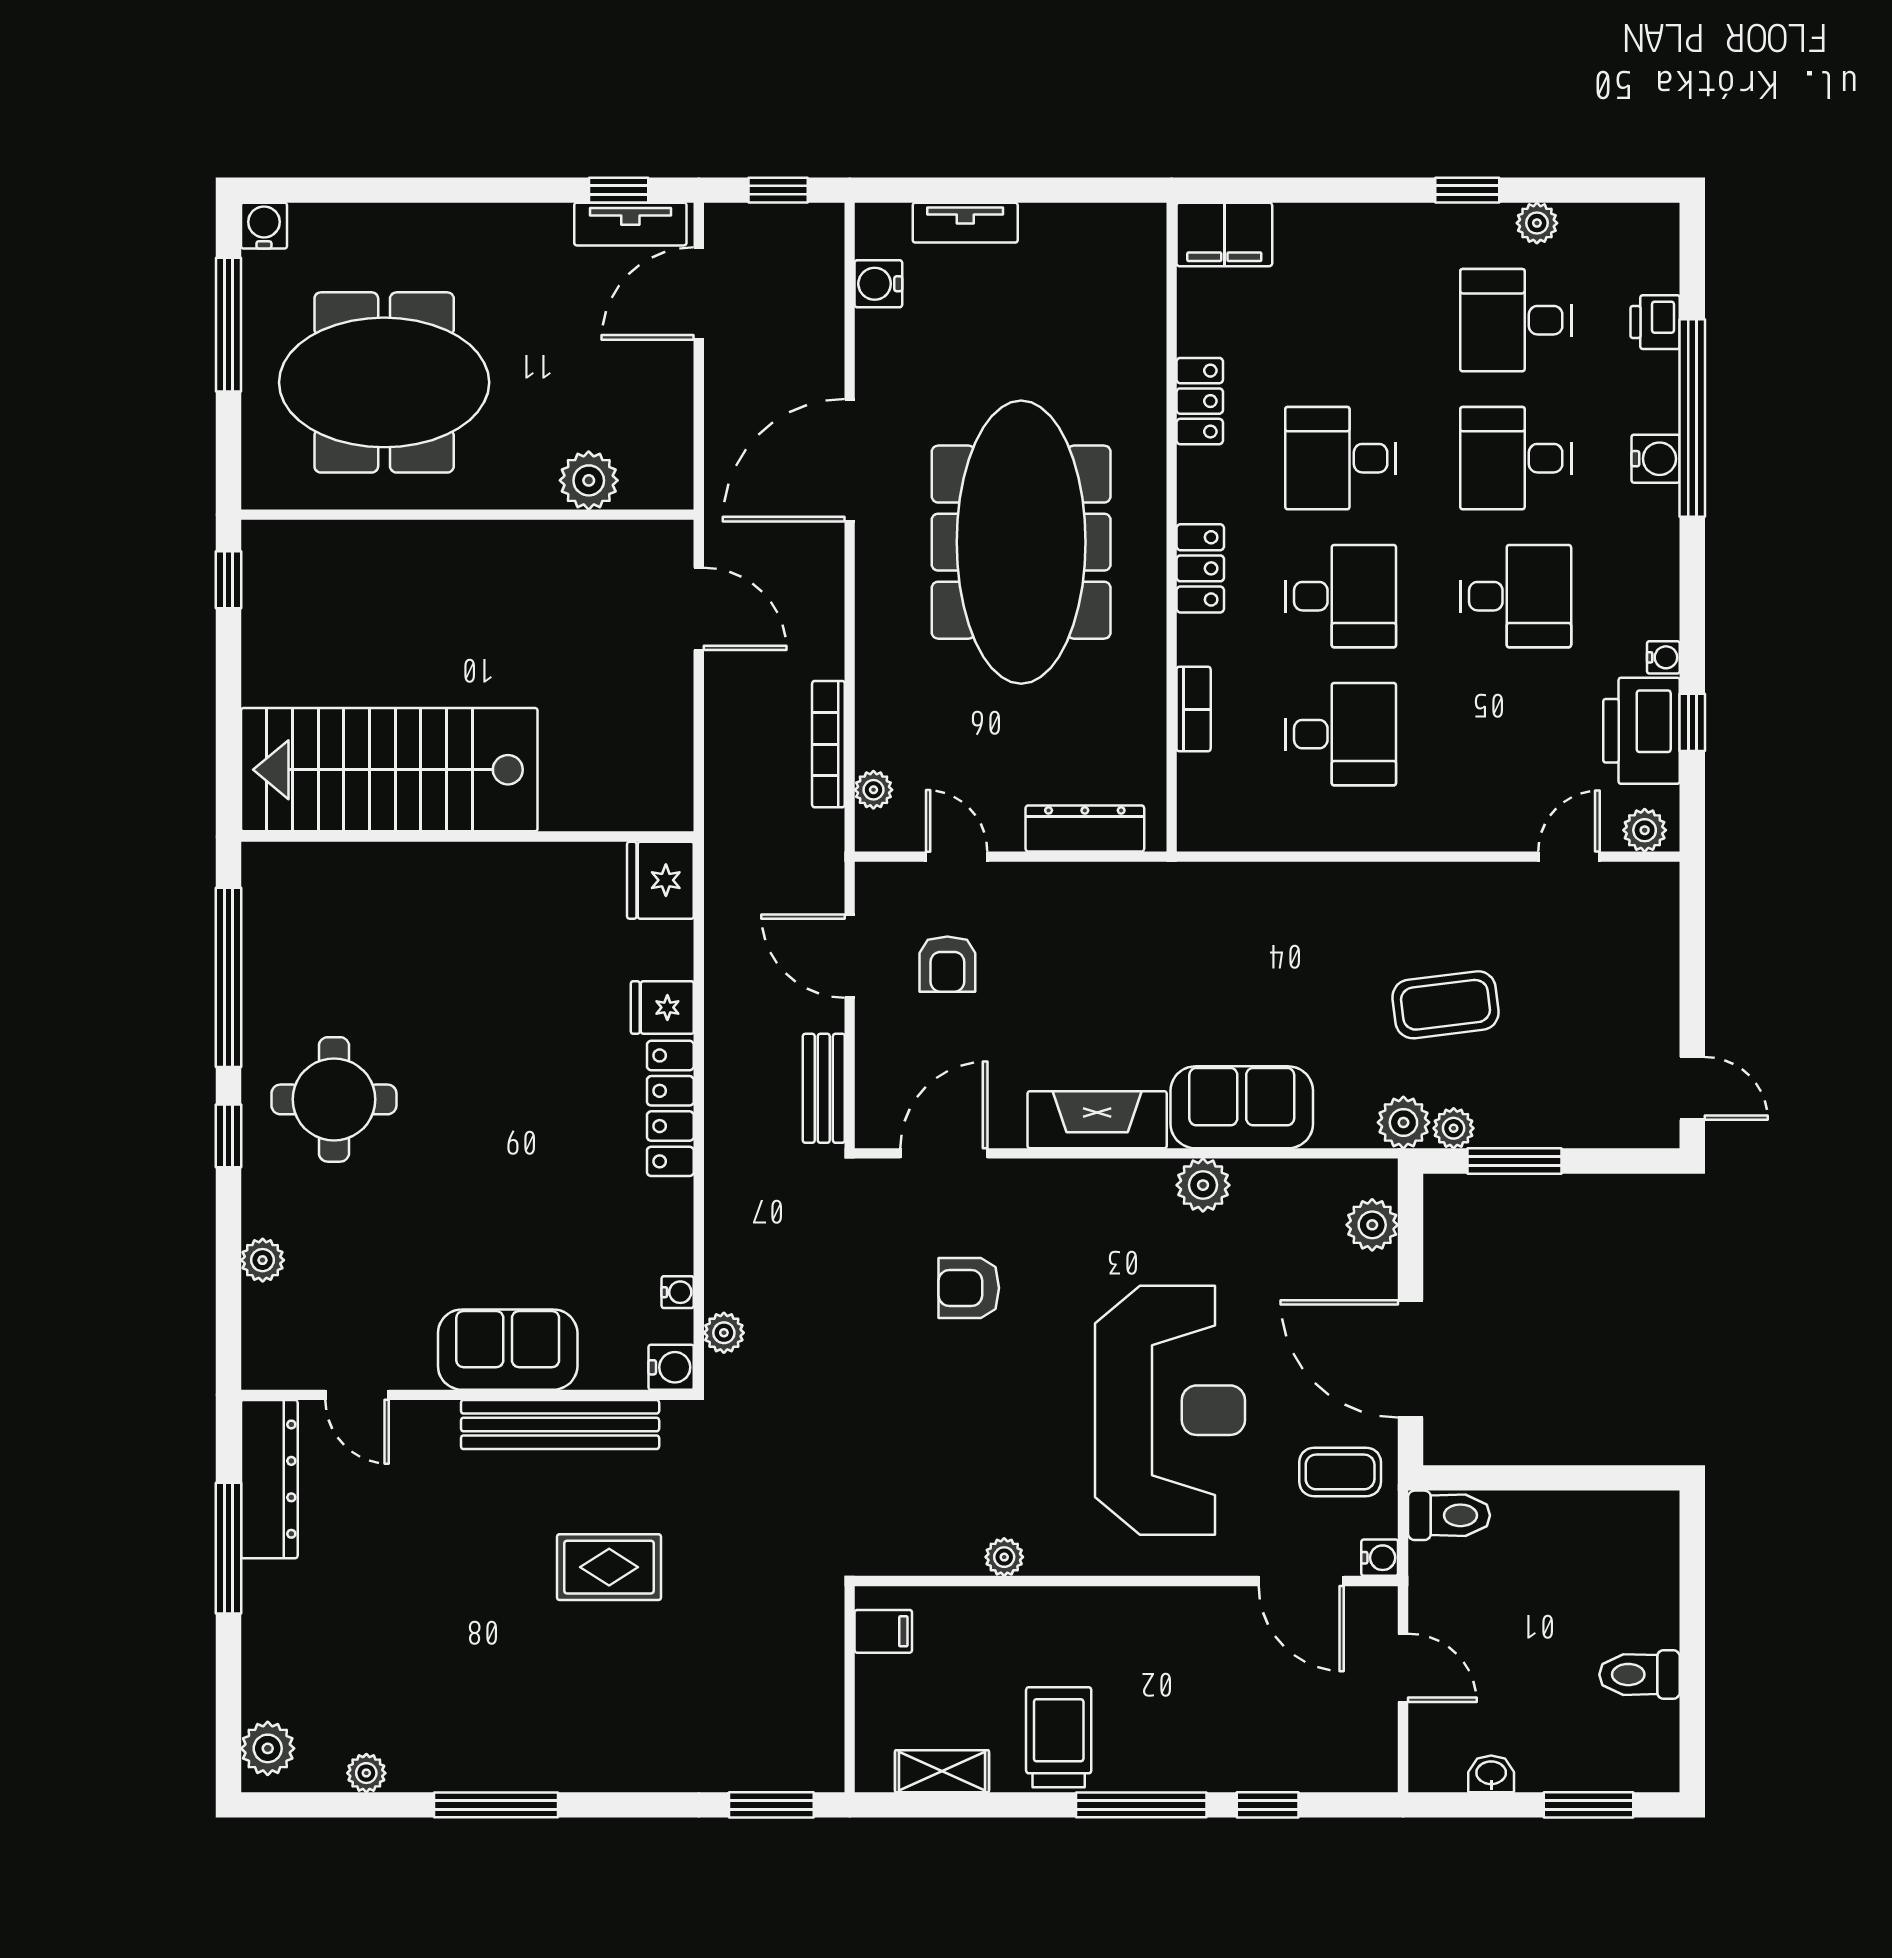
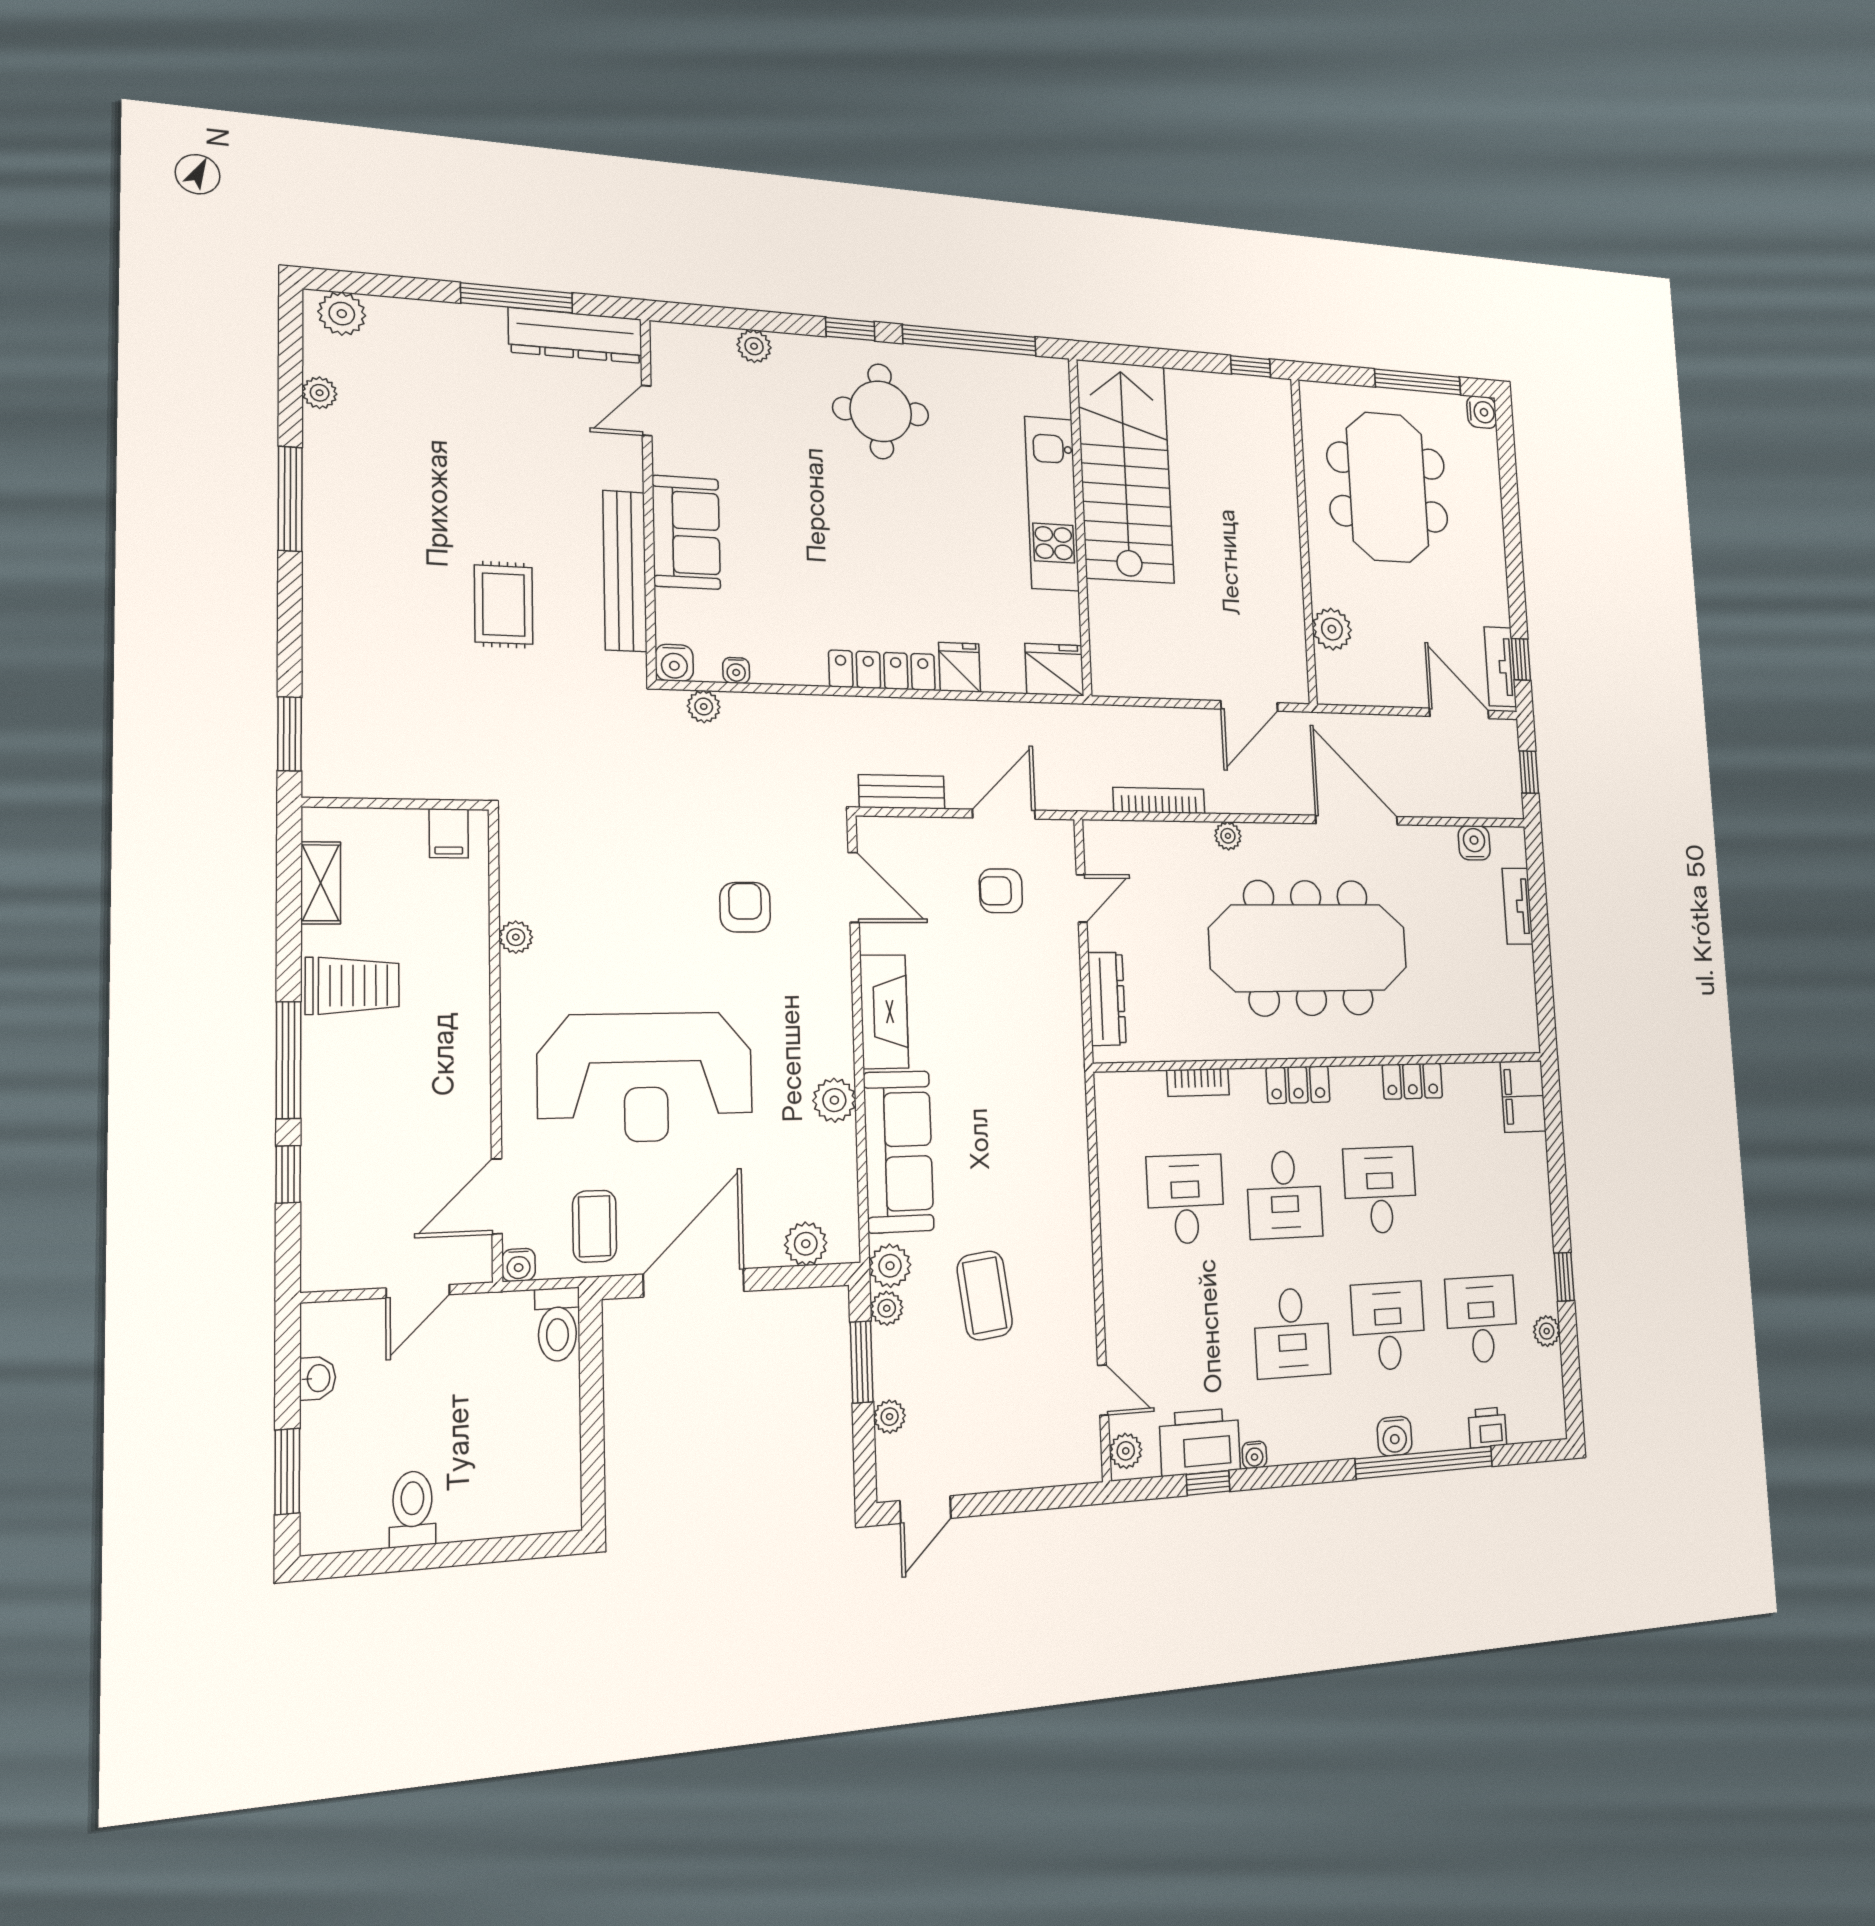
desk: (1341, 734) -> (1186, 1199), turned 180
plant: (873, 790) -> (1228, 836), moved
kitchen unit: (440, 874) -> (1052, 503), added
sofa: (1242, 1107) -> (899, 1152), width x1.36
plant: (1581, 1129) -> (890, 1417), added

